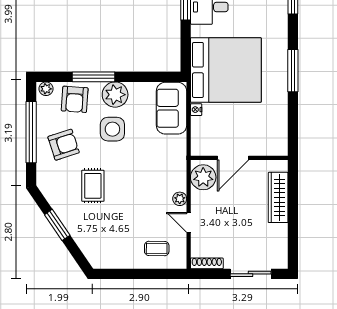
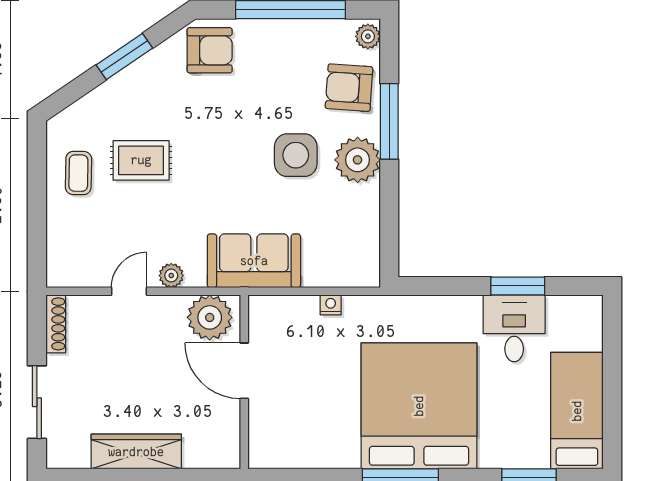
bed: (226, 70) -> (419, 406), moved, turned 180
sofa: (172, 108) -> (254, 261), moved
armchair: (64, 145) -> (210, 50), moved, turned -72
rug: (93, 186) -> (141, 160), moved
wardrobe: (278, 197) -> (136, 452), moved
coffee table: (157, 248) -> (78, 173), moved

